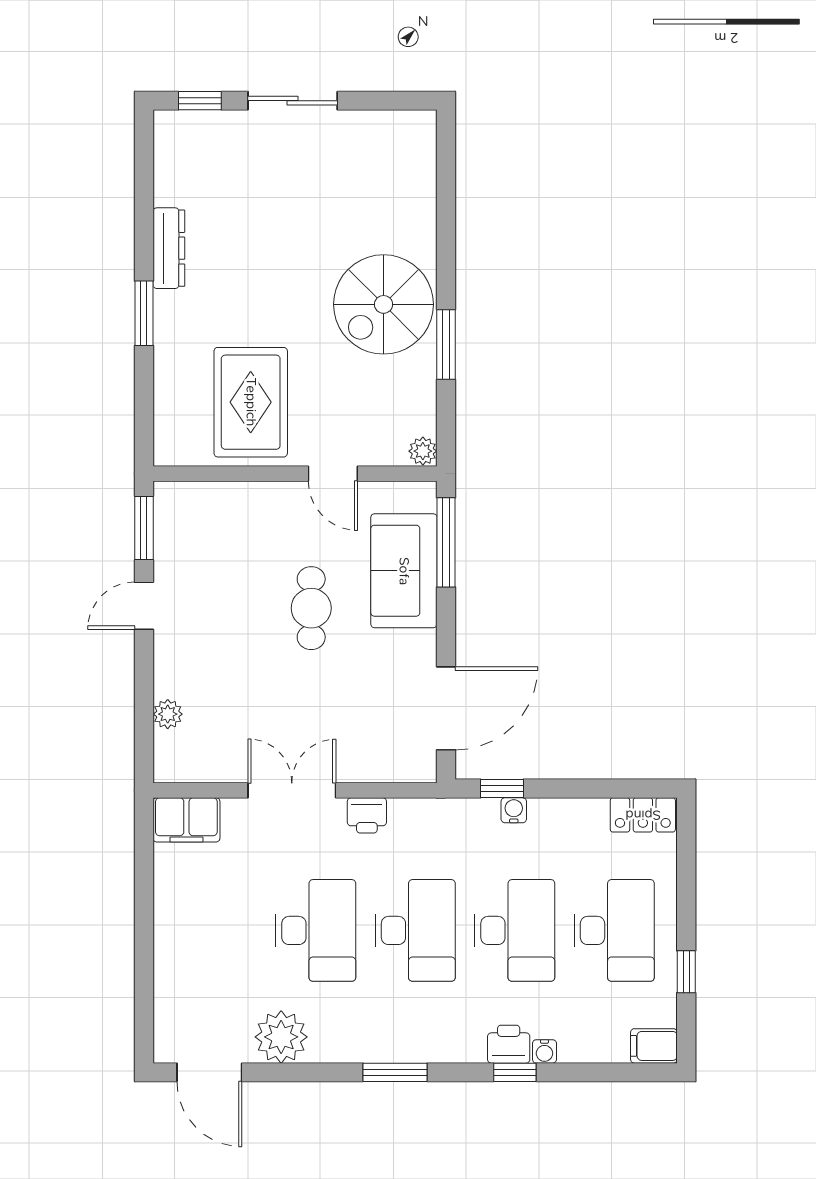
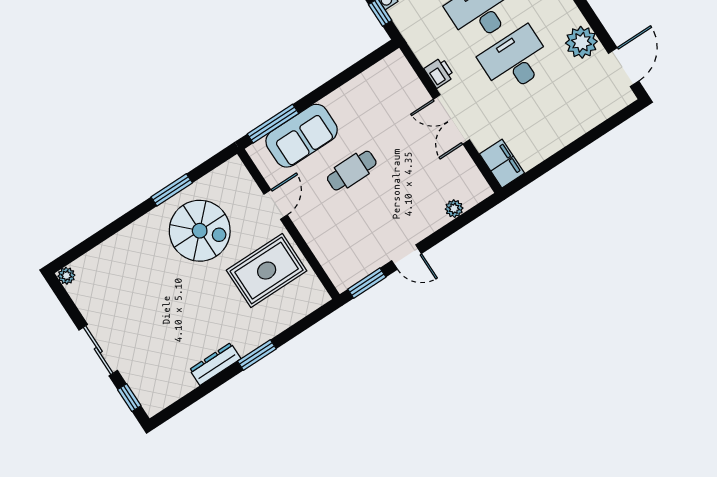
spiral stairs: (384, 304) -> (200, 231), moved
plant: (423, 451) -> (66, 276), moved
door: (446, 708) -> (358, 68), removed

